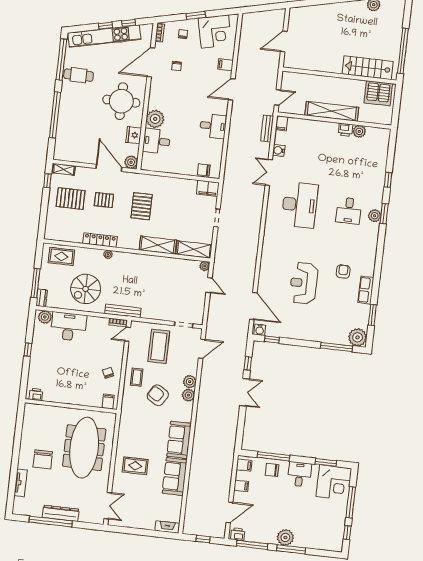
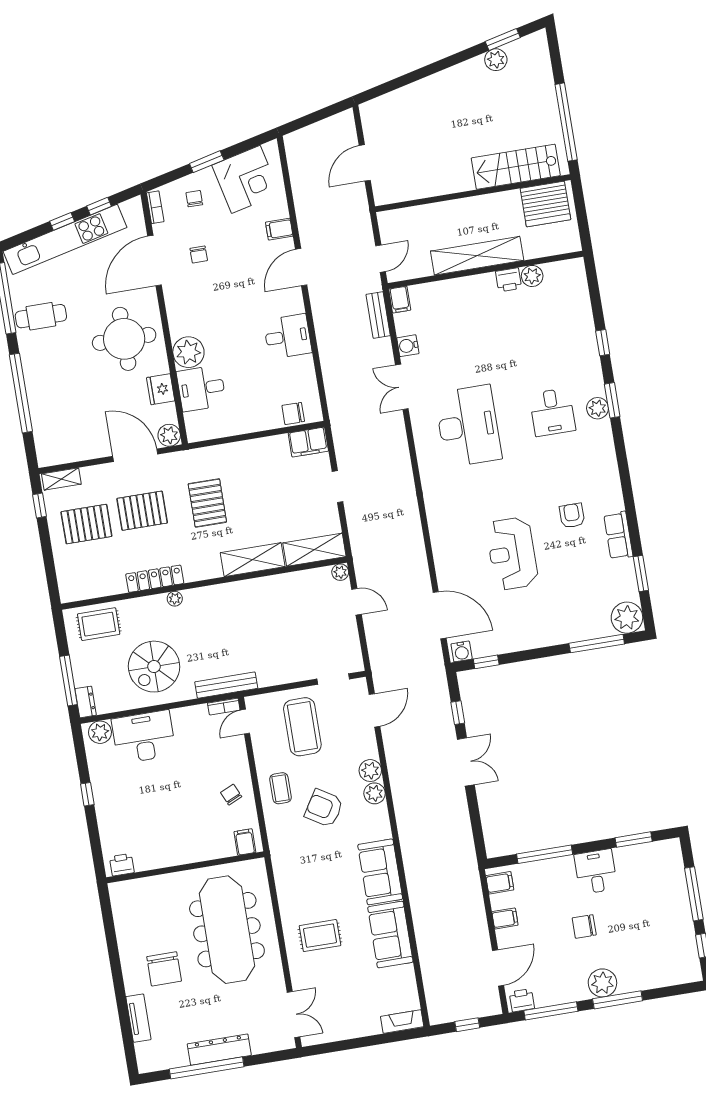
pallet: (104, 200) -> (142, 511), width x1.50, depth x1.42
chair: (272, 470) -> (584, 926), moved
corner desk: (334, 482) -> (657, 869), removed

